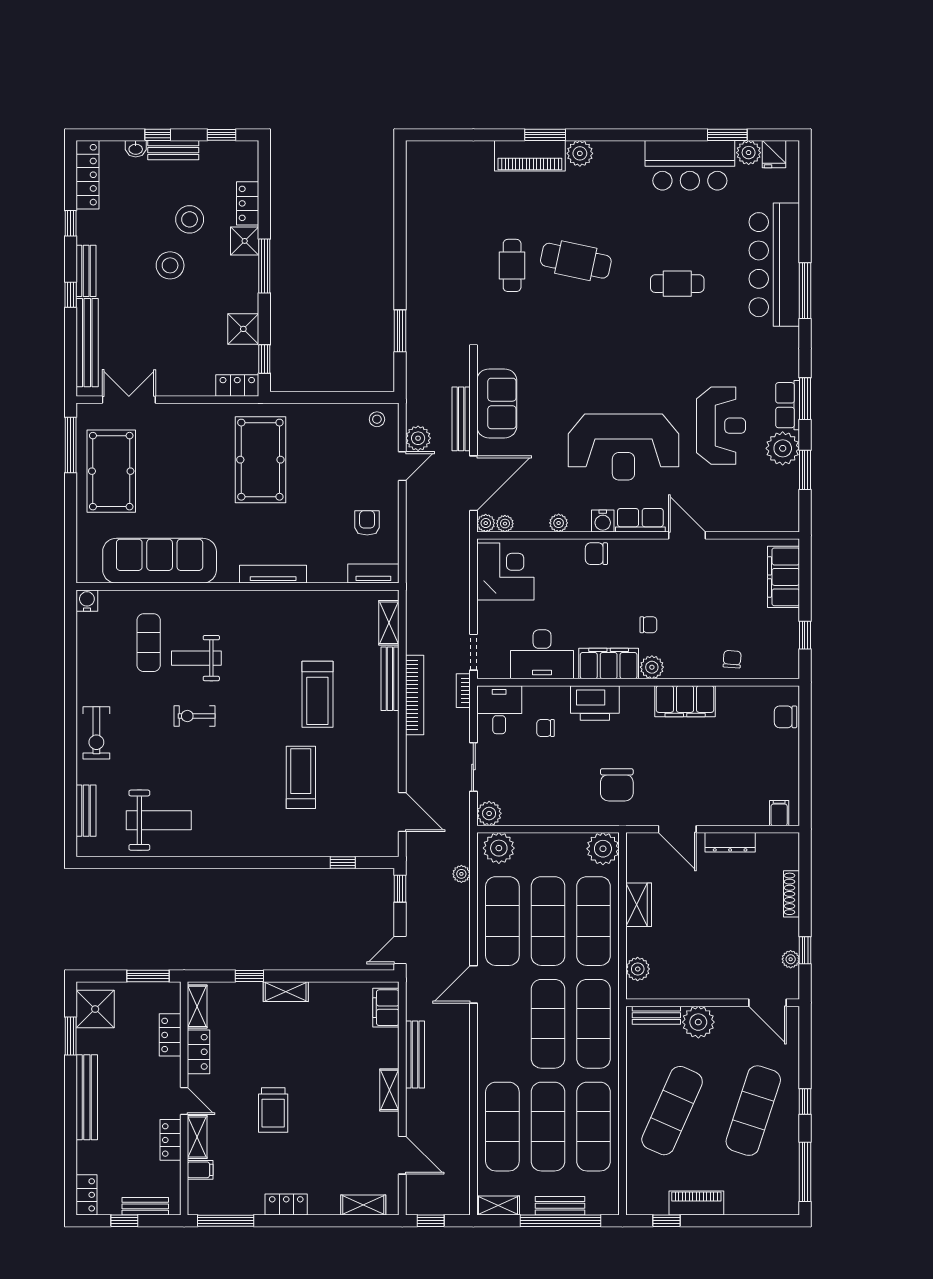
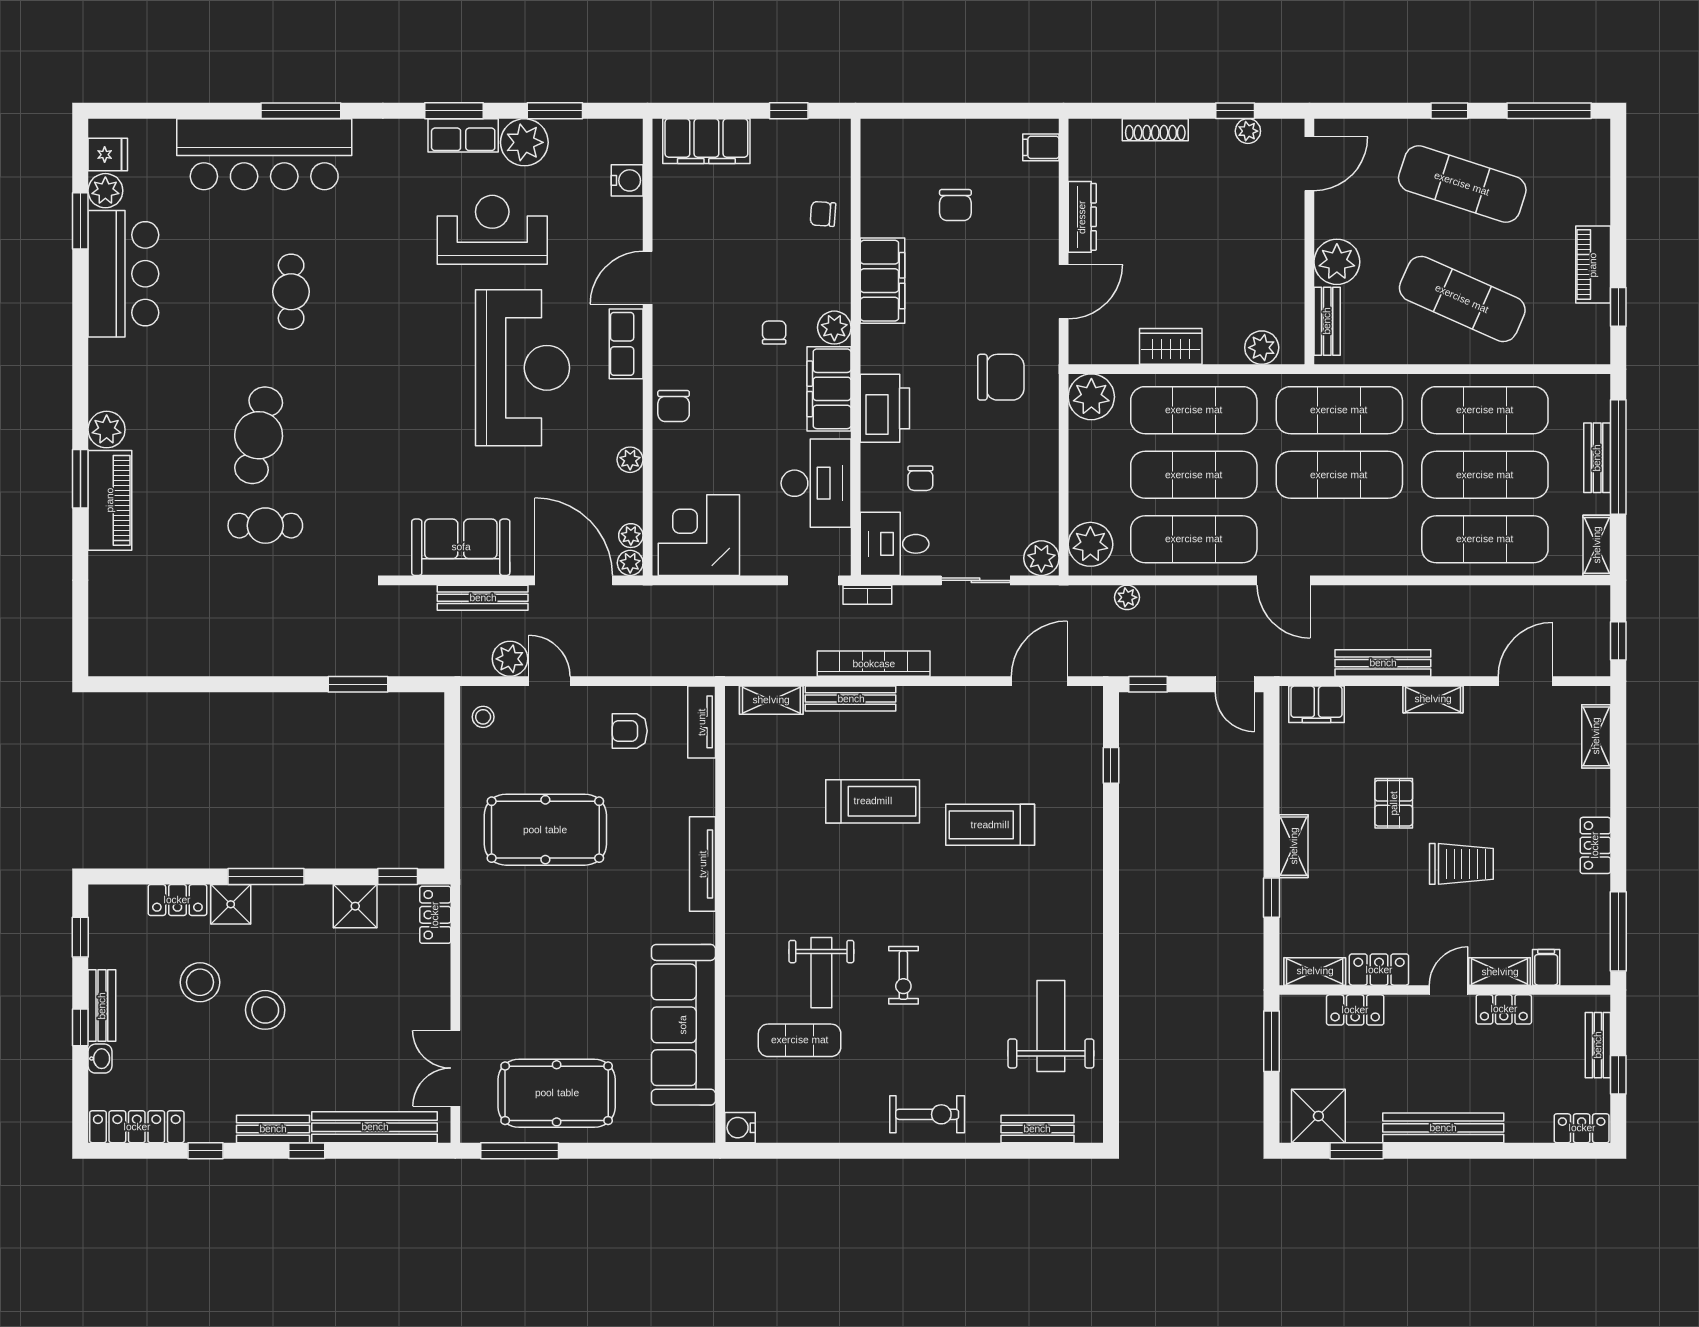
pool table: (260, 460) -> (545, 830), moved
water cooler: (603, 521) -> (627, 180), moved
chair: (786, 717) -> (955, 205), moved
pallet: (316, 1062) -> (1394, 803), added

